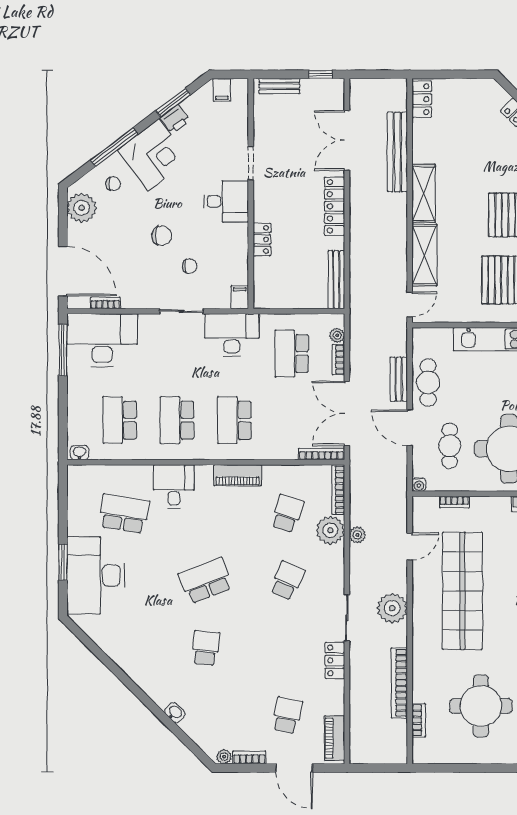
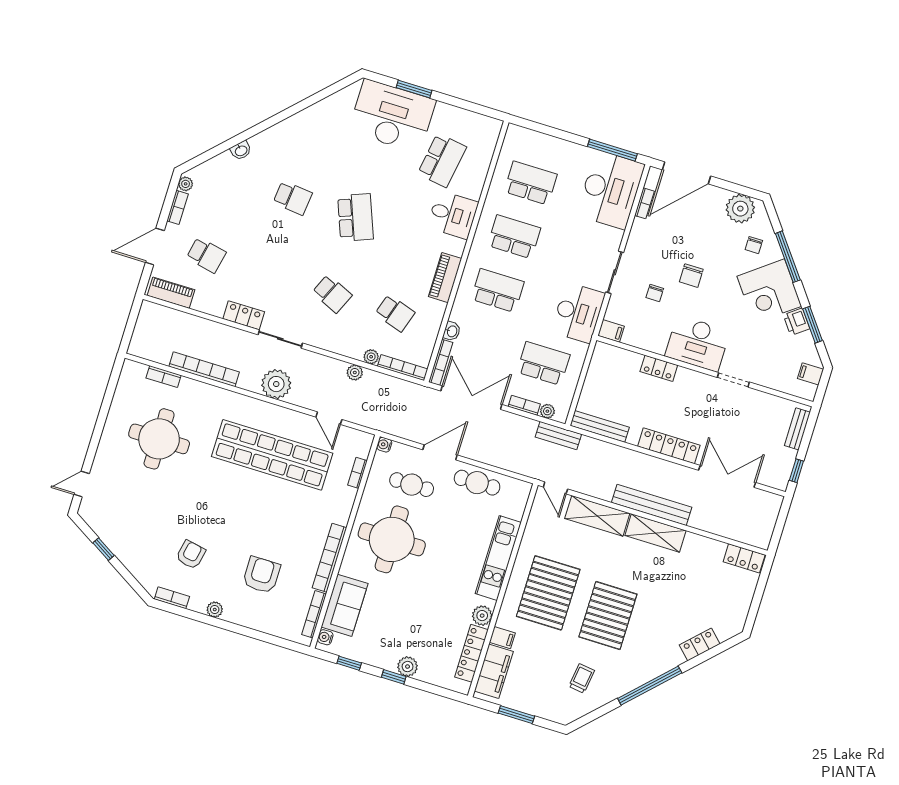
bench: (397, 152) -> (652, 505), moved
desk: (226, 202) -> (697, 343), width x1.37
bench: (399, 379) -> (558, 436), moved
washbasin: (79, 453) -> (452, 331), moved
plant: (330, 530) -> (371, 357), width x0.53, depth x0.53

